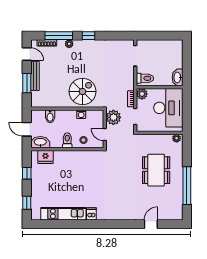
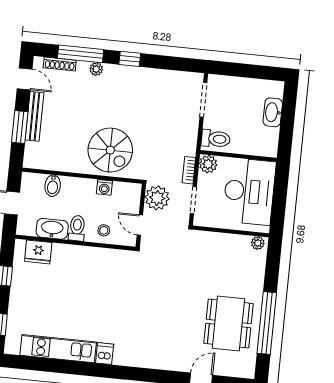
washbasin: (178, 77) -> (273, 112), moved
spiral stairs: (82, 91) -> (110, 150), turned 90
washbasin: (40, 142) -> (52, 229), moved
dining table: (156, 170) -> (228, 323), moved

